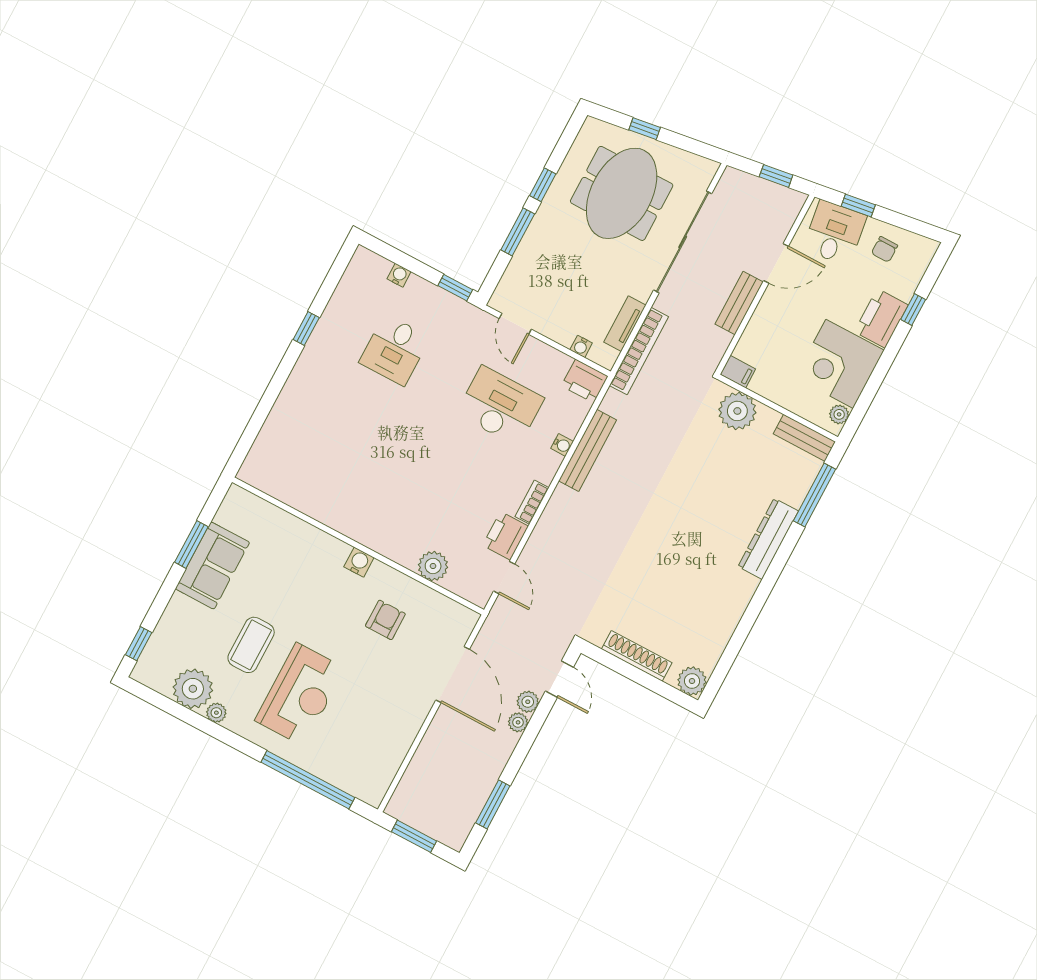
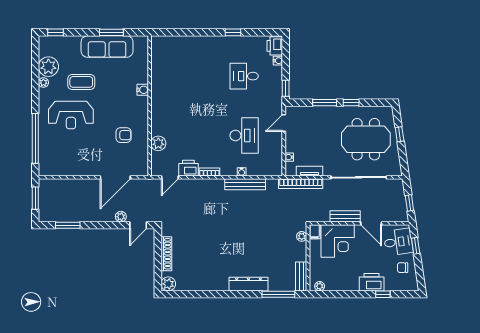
corner desk: (839, 364) -> (338, 241), moved, turned 180
printer: (585, 381) -> (275, 46), moved
plant: (737, 411) -> (302, 236), width x0.53, depth x0.53
water cooler: (359, 562) -> (143, 90), moved
sofa: (212, 566) -> (107, 46), width x1.36
plant: (518, 722) -> (110, 217), removed

